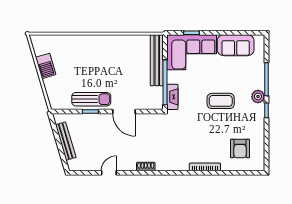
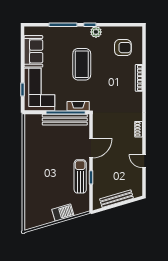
bench: (157, 60) -> (65, 120), moved
barbecue: (46, 66) -> (63, 213), moved
plant: (258, 96) -> (96, 32), moved
coffee table: (221, 101) -> (82, 64), width x1.36, depth x1.32

